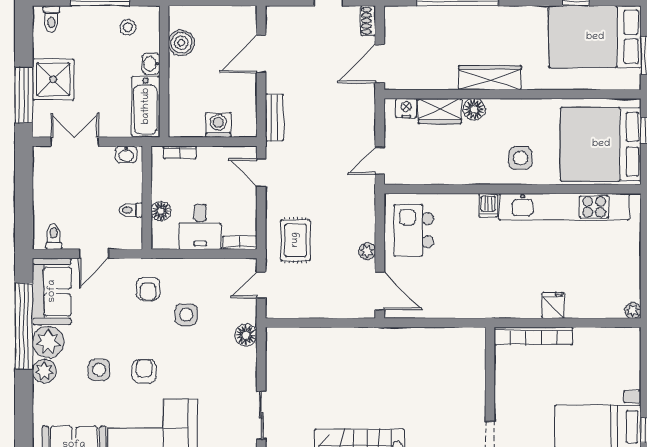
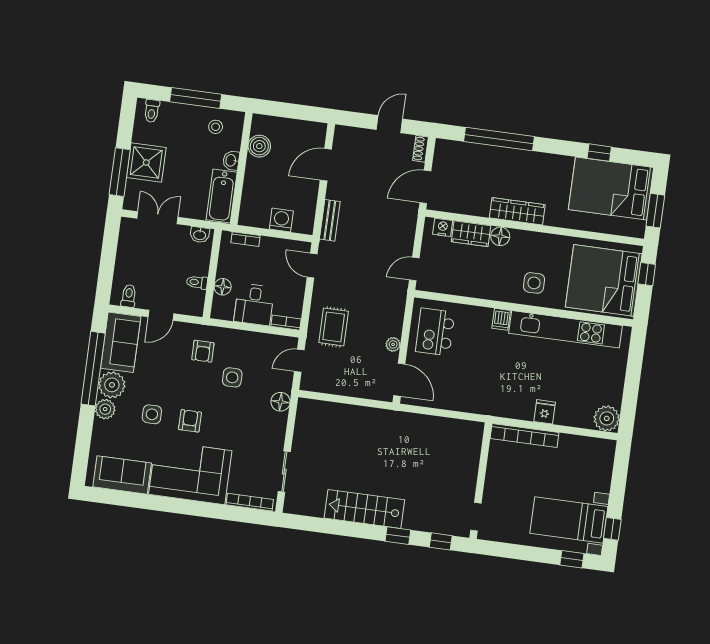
plant: (633, 310) -> (607, 418), width x1.88, depth x1.88

